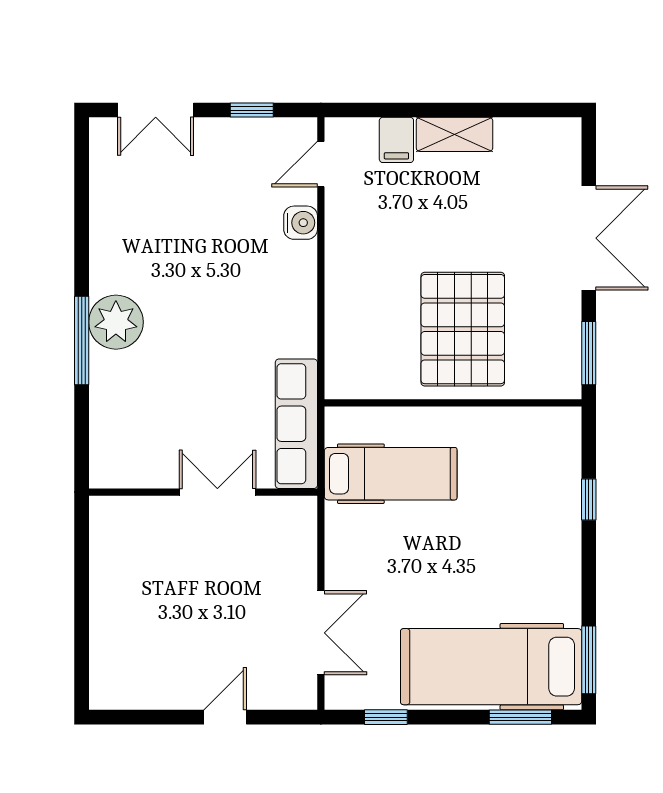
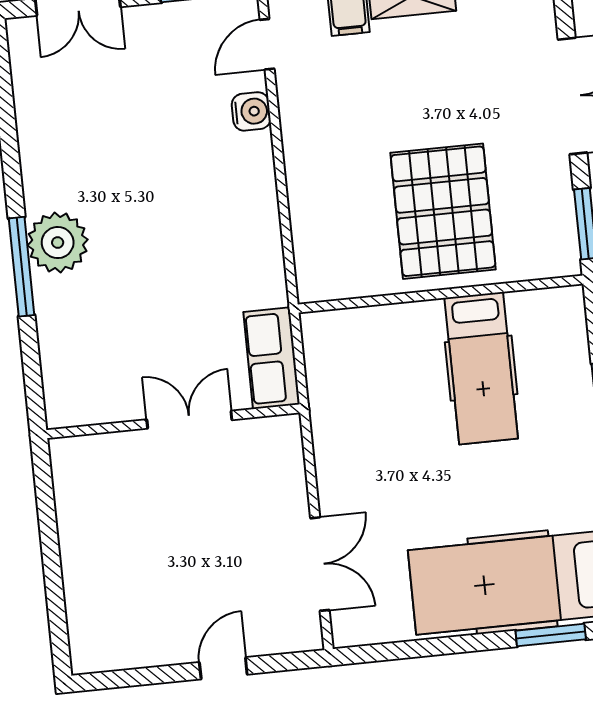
row of seats: (296, 424) -> (271, 358), width x0.68
hospital bed: (391, 474) -> (481, 368), moved, turned 90
window: (386, 717) -> (402, 650), removed

